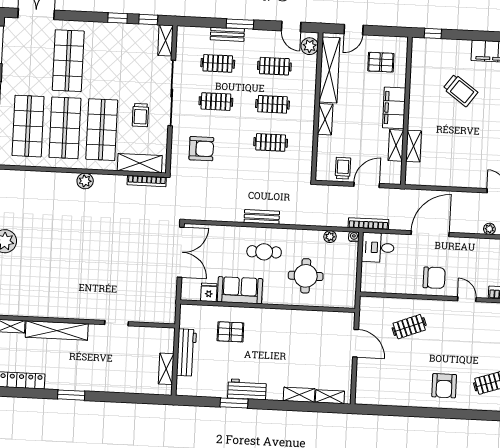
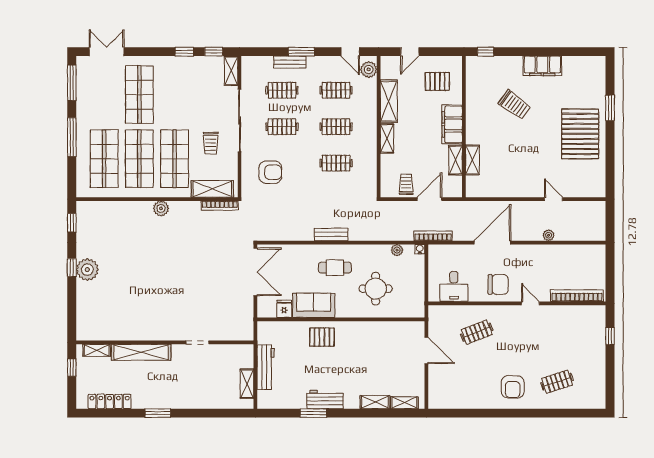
shelving: (330, 70) -> (389, 101), width x0.68
desk: (378, 248) -> (454, 287), moved, turned -90
pallet: (230, 332) -> (322, 337), moved

